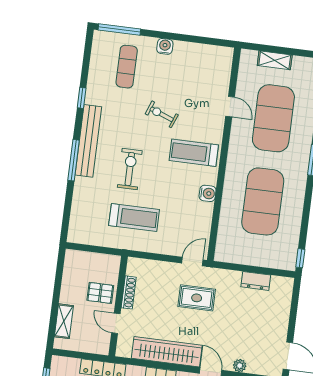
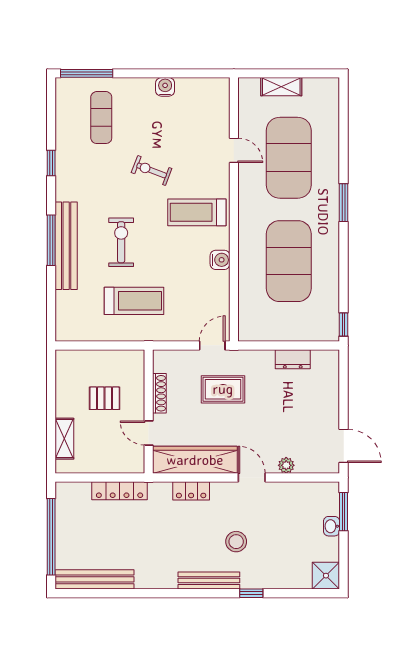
water cooler: (165, 46) -> (165, 87), moved
bench: (88, 141) -> (66, 246), moved
shoe rack: (129, 292) -> (159, 393), moved
wall: (118, 306) -> (149, 411), moved
door: (116, 323) -> (149, 433), moved

